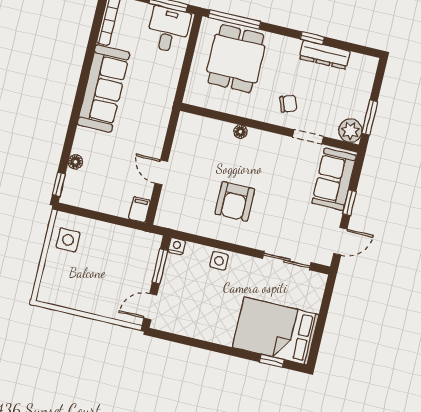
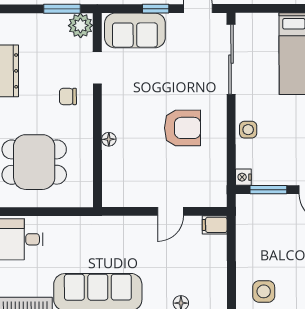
chair: (288, 104) -> (68, 96), turned -71
sliding door: (287, 261) -> (231, 59), width x1.37

